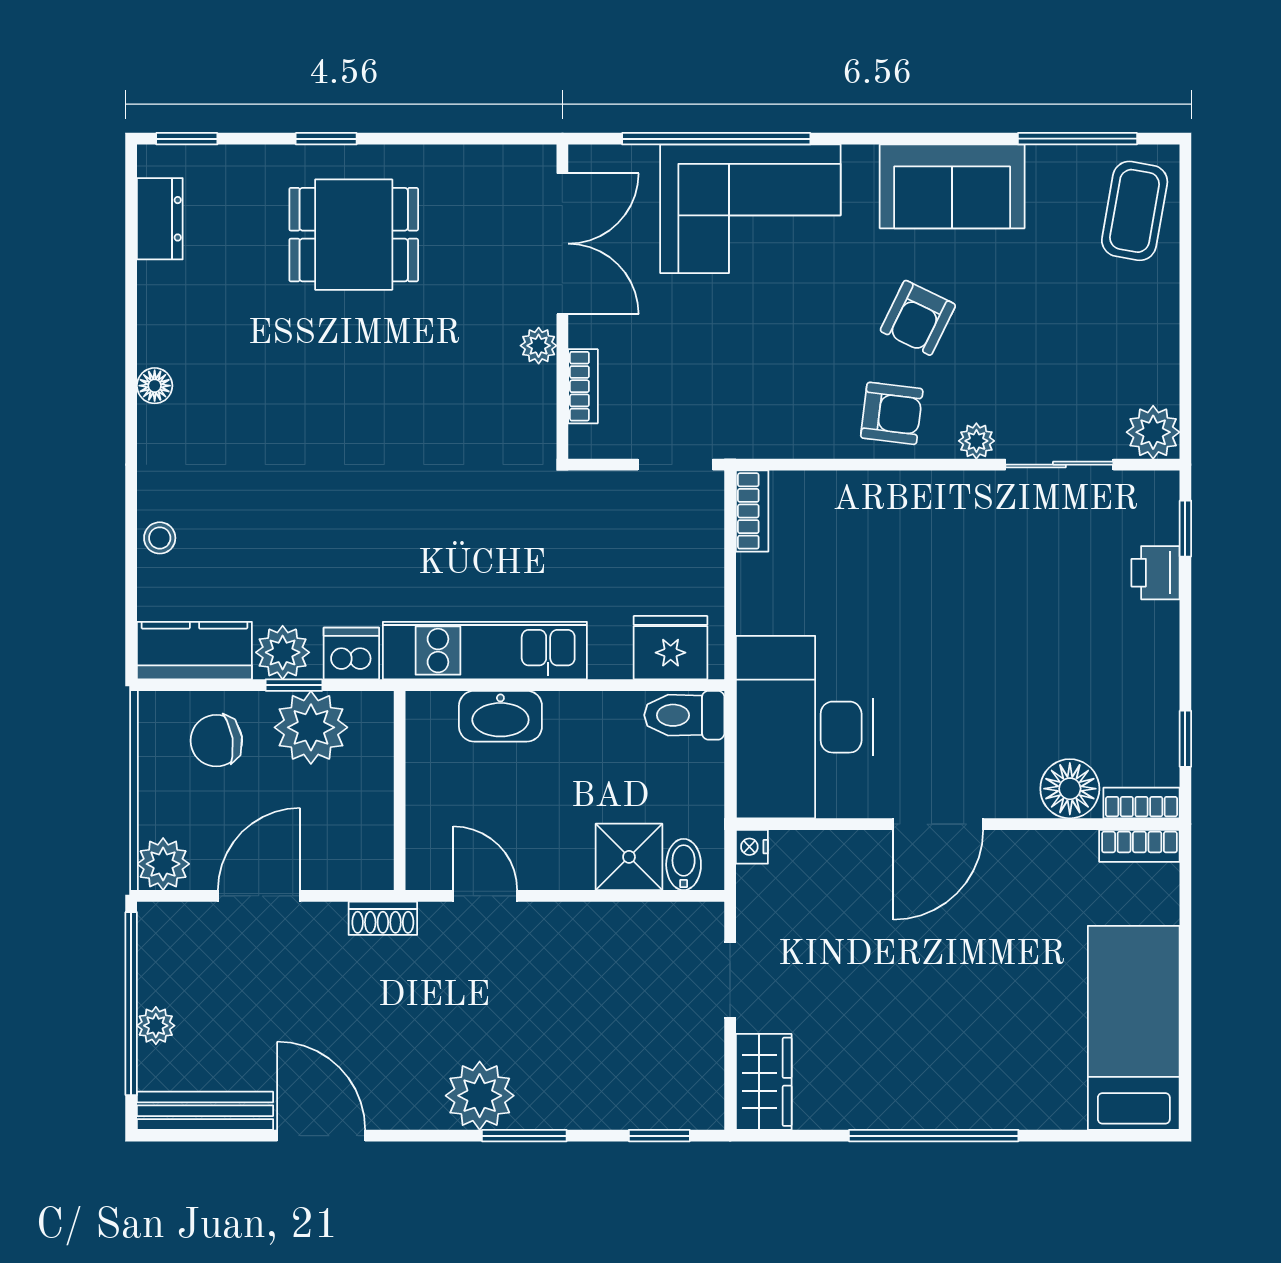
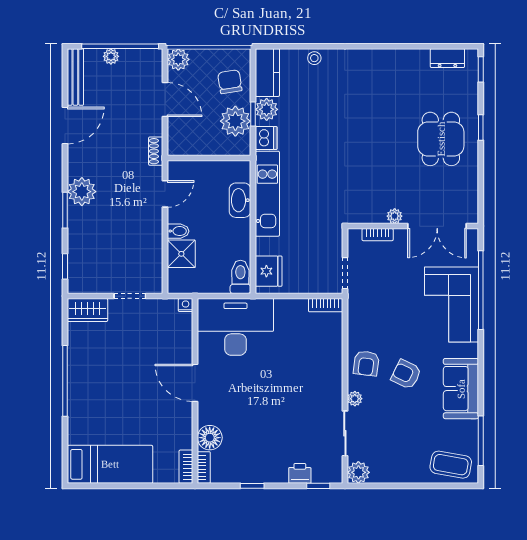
floor lamp: (155, 386) -> (378, 56), removed
window: (1185, 739) -> (252, 486), moved
bidet: (684, 865) -> (178, 231), moved

